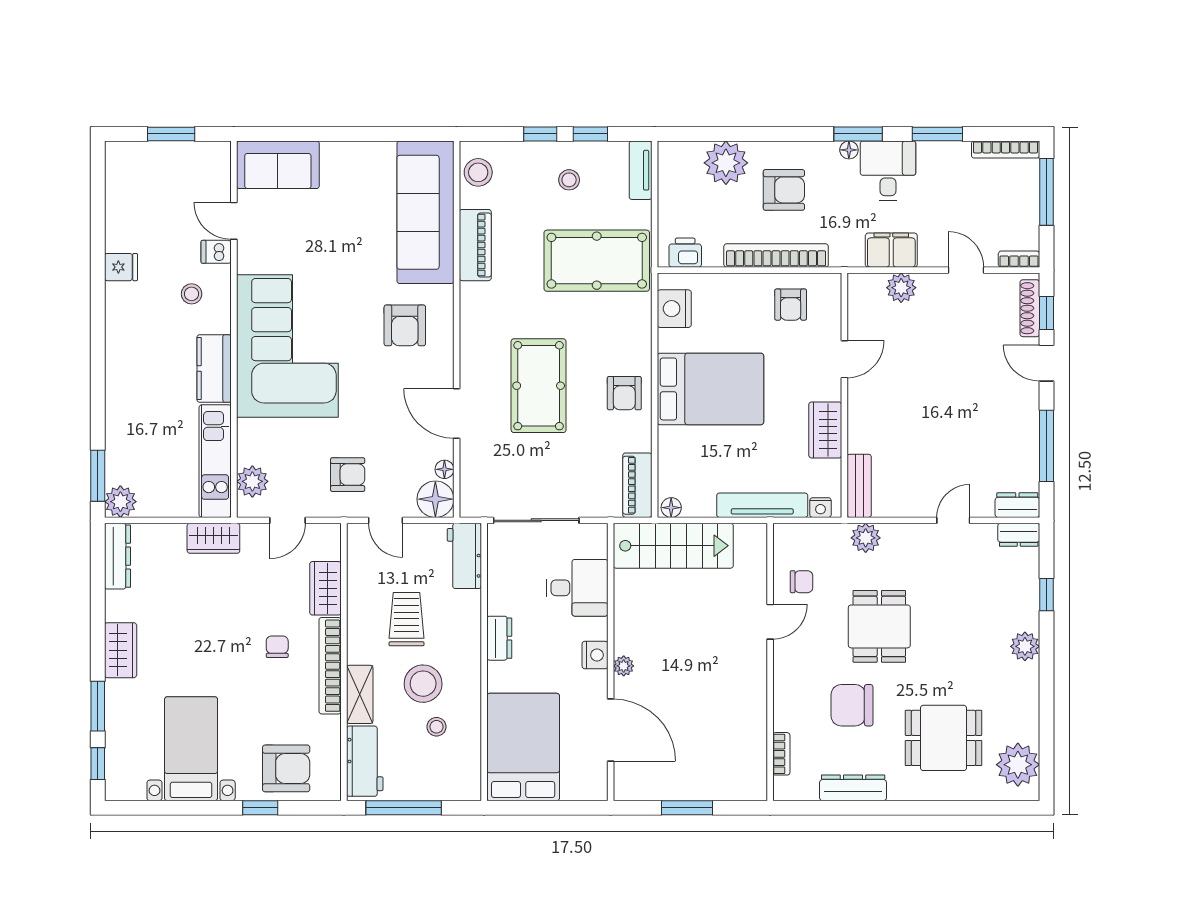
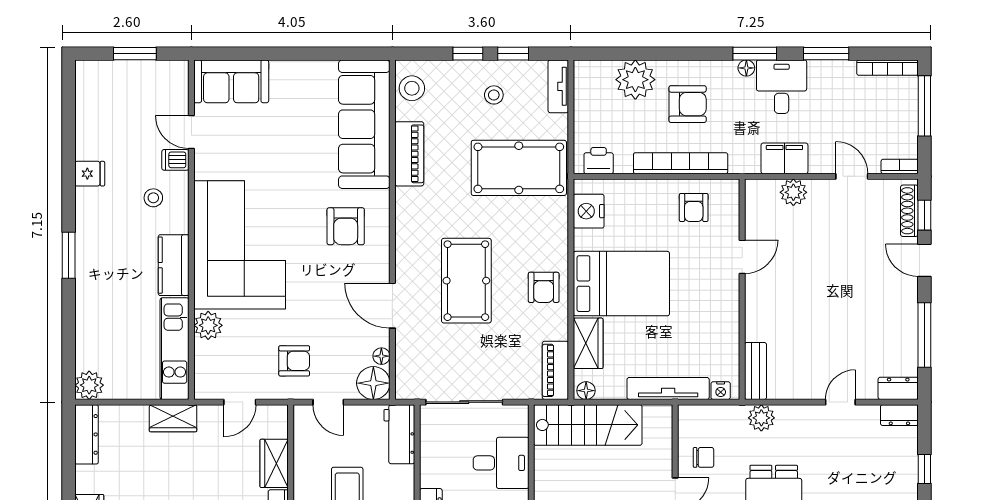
wardrobe: (825, 430) -> (588, 343), moved, turned 180
window: (98, 476) -> (69, 255), moved
plant: (252, 481) -> (208, 325), moved

